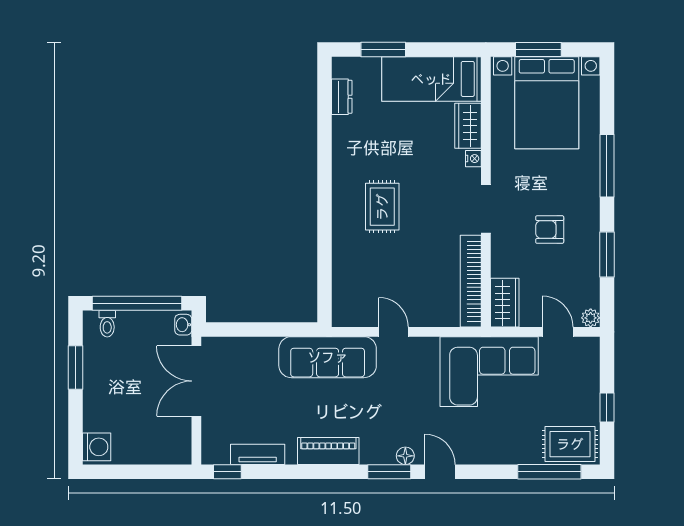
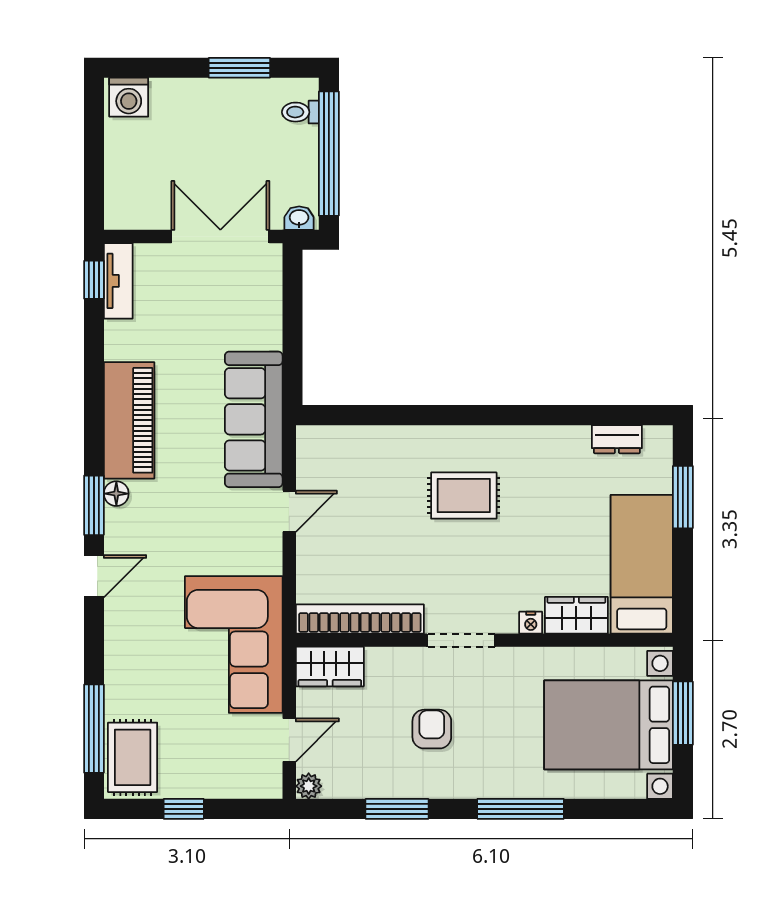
piano: (328, 451) -> (129, 420), width x1.37, depth x1.33
tv unit: (258, 454) -> (118, 281), moved
floor lamp: (405, 456) -> (116, 494), moved

